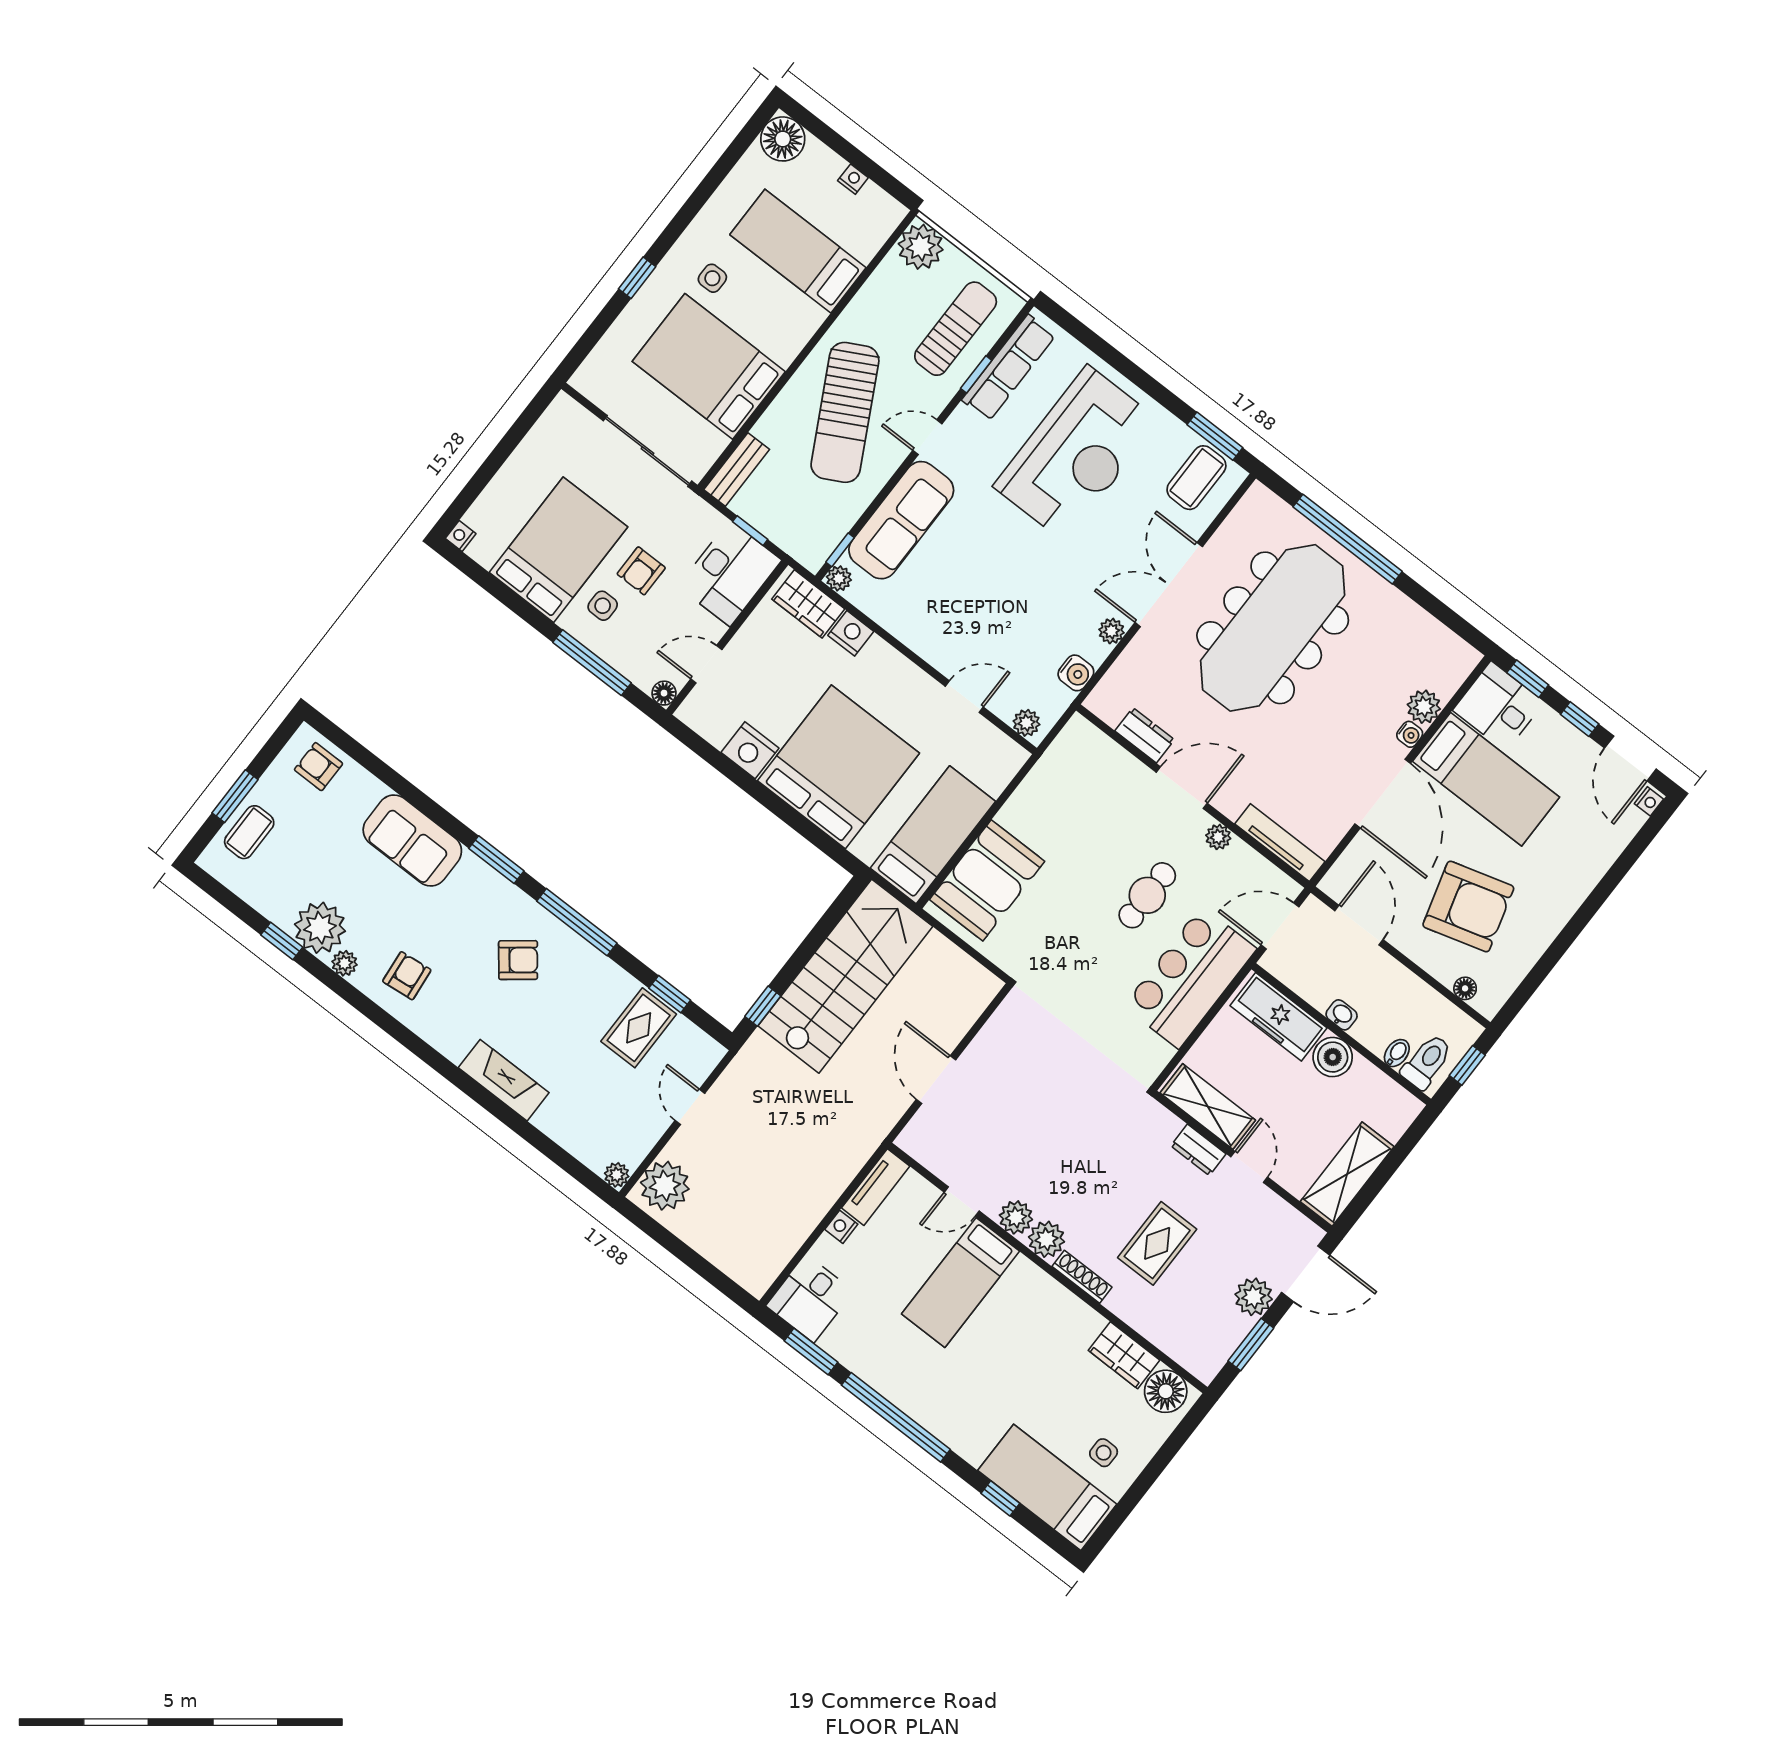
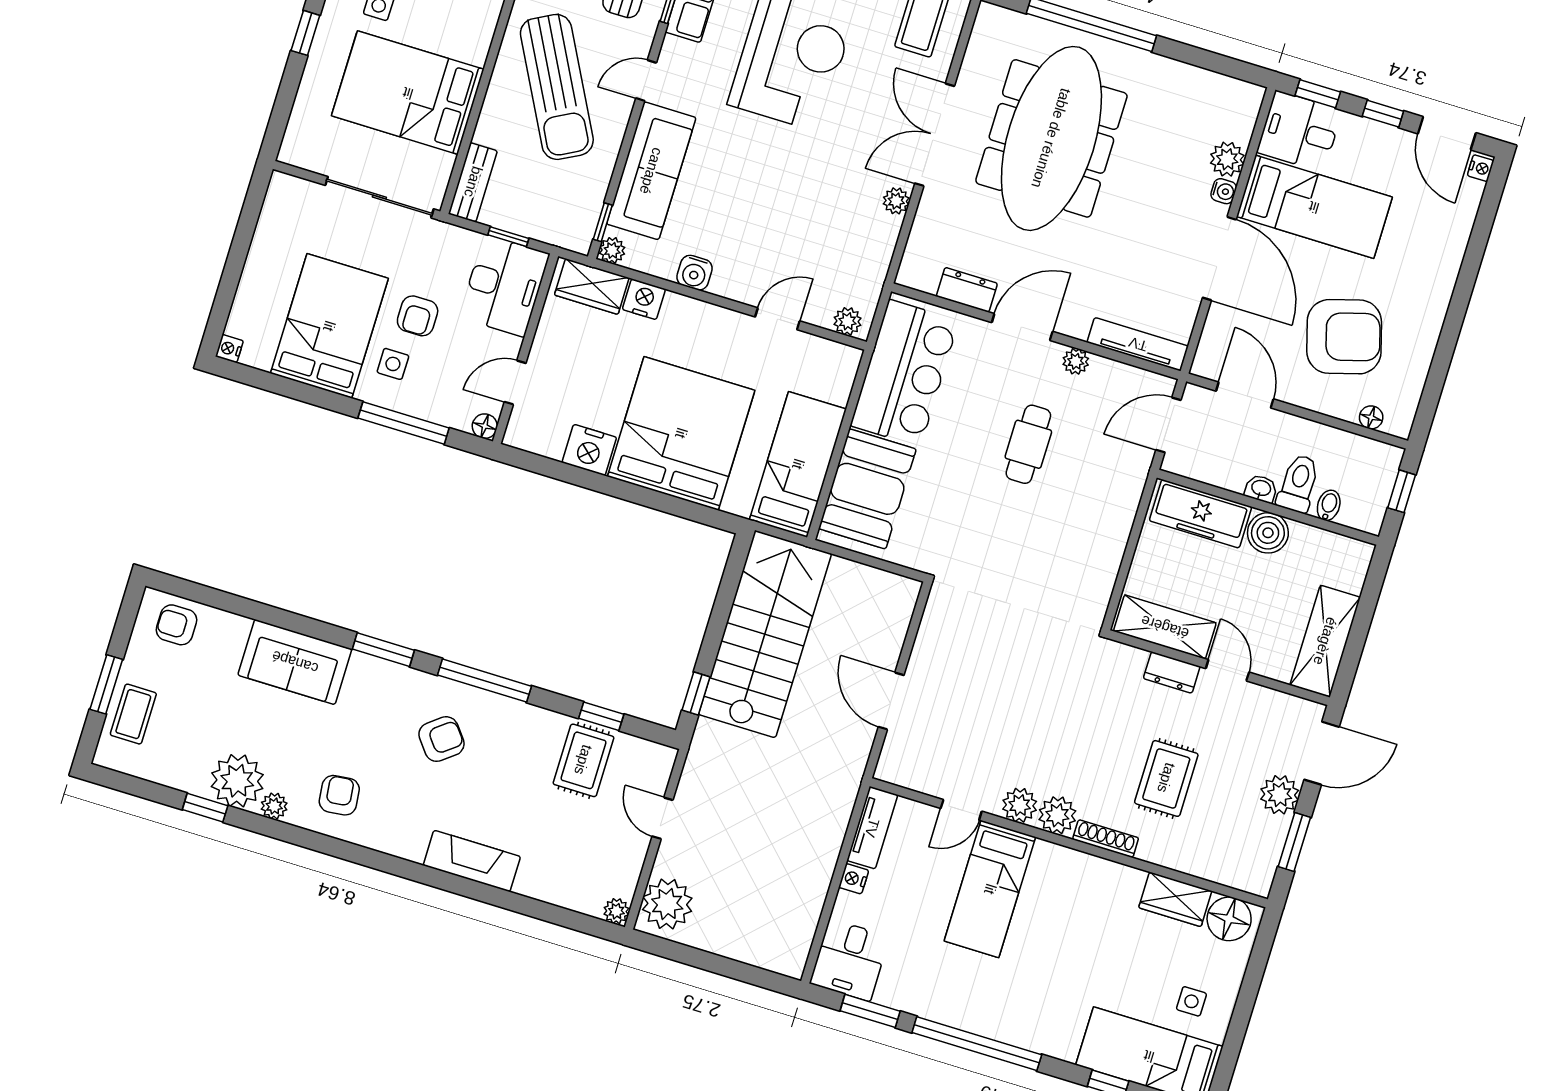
water cooler: (1076, 673) -> (694, 273), moved, turned 90
bar counter: (1190, 977) -> (905, 373), moved, turned 180
toilet: (1427, 1062) -> (1298, 484), moved

